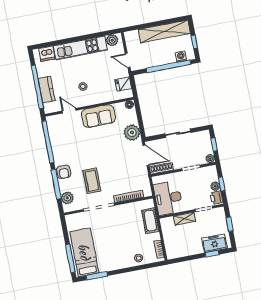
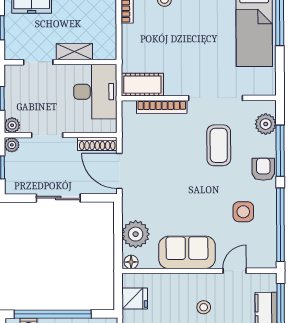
door: (69, 111) -> (235, 271), swing flipped
plant: (132, 133) -> (136, 234), moved
side table: (71, 145) -> (243, 212), added
plant: (215, 186) -> (12, 125), moved
printer: (216, 198) -> (14, 77), removed
cot: (150, 221) -> (142, 85), moved, turned 90

